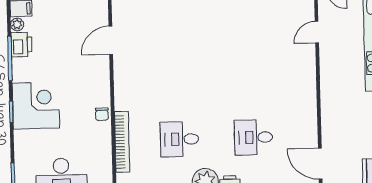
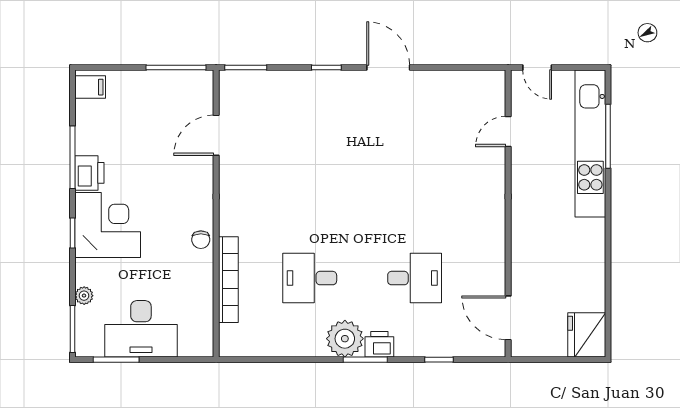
plant: (17, 24) -> (84, 296), moved
printer: (21, 44) -> (89, 173), moved
desk: (253, 137) -> (415, 278), turned 180

